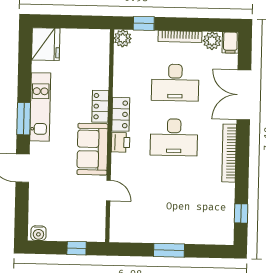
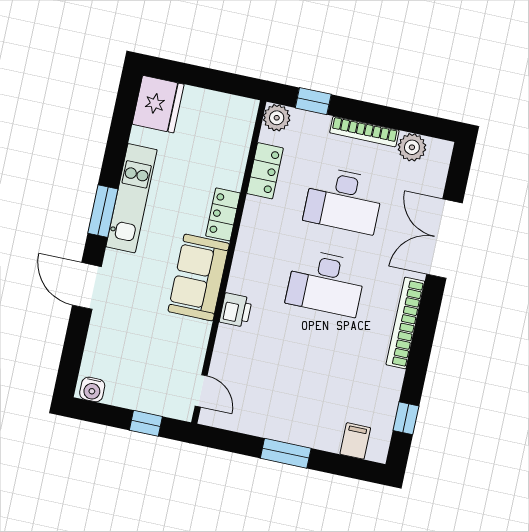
filing cabinet: (230, 43) -> (355, 441), moved, turned 180
locker: (121, 114) -> (265, 171), moved
printer: (120, 142) -> (236, 310), moved
door: (108, 191) -> (201, 391), moved

